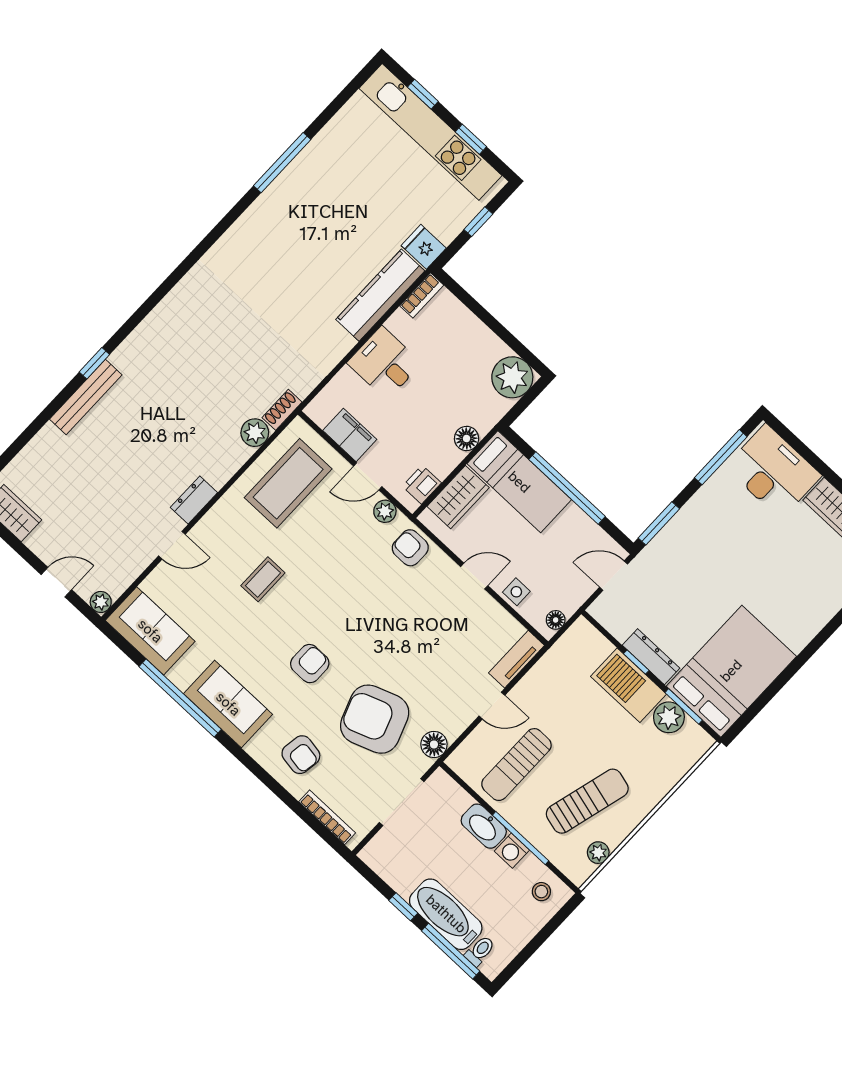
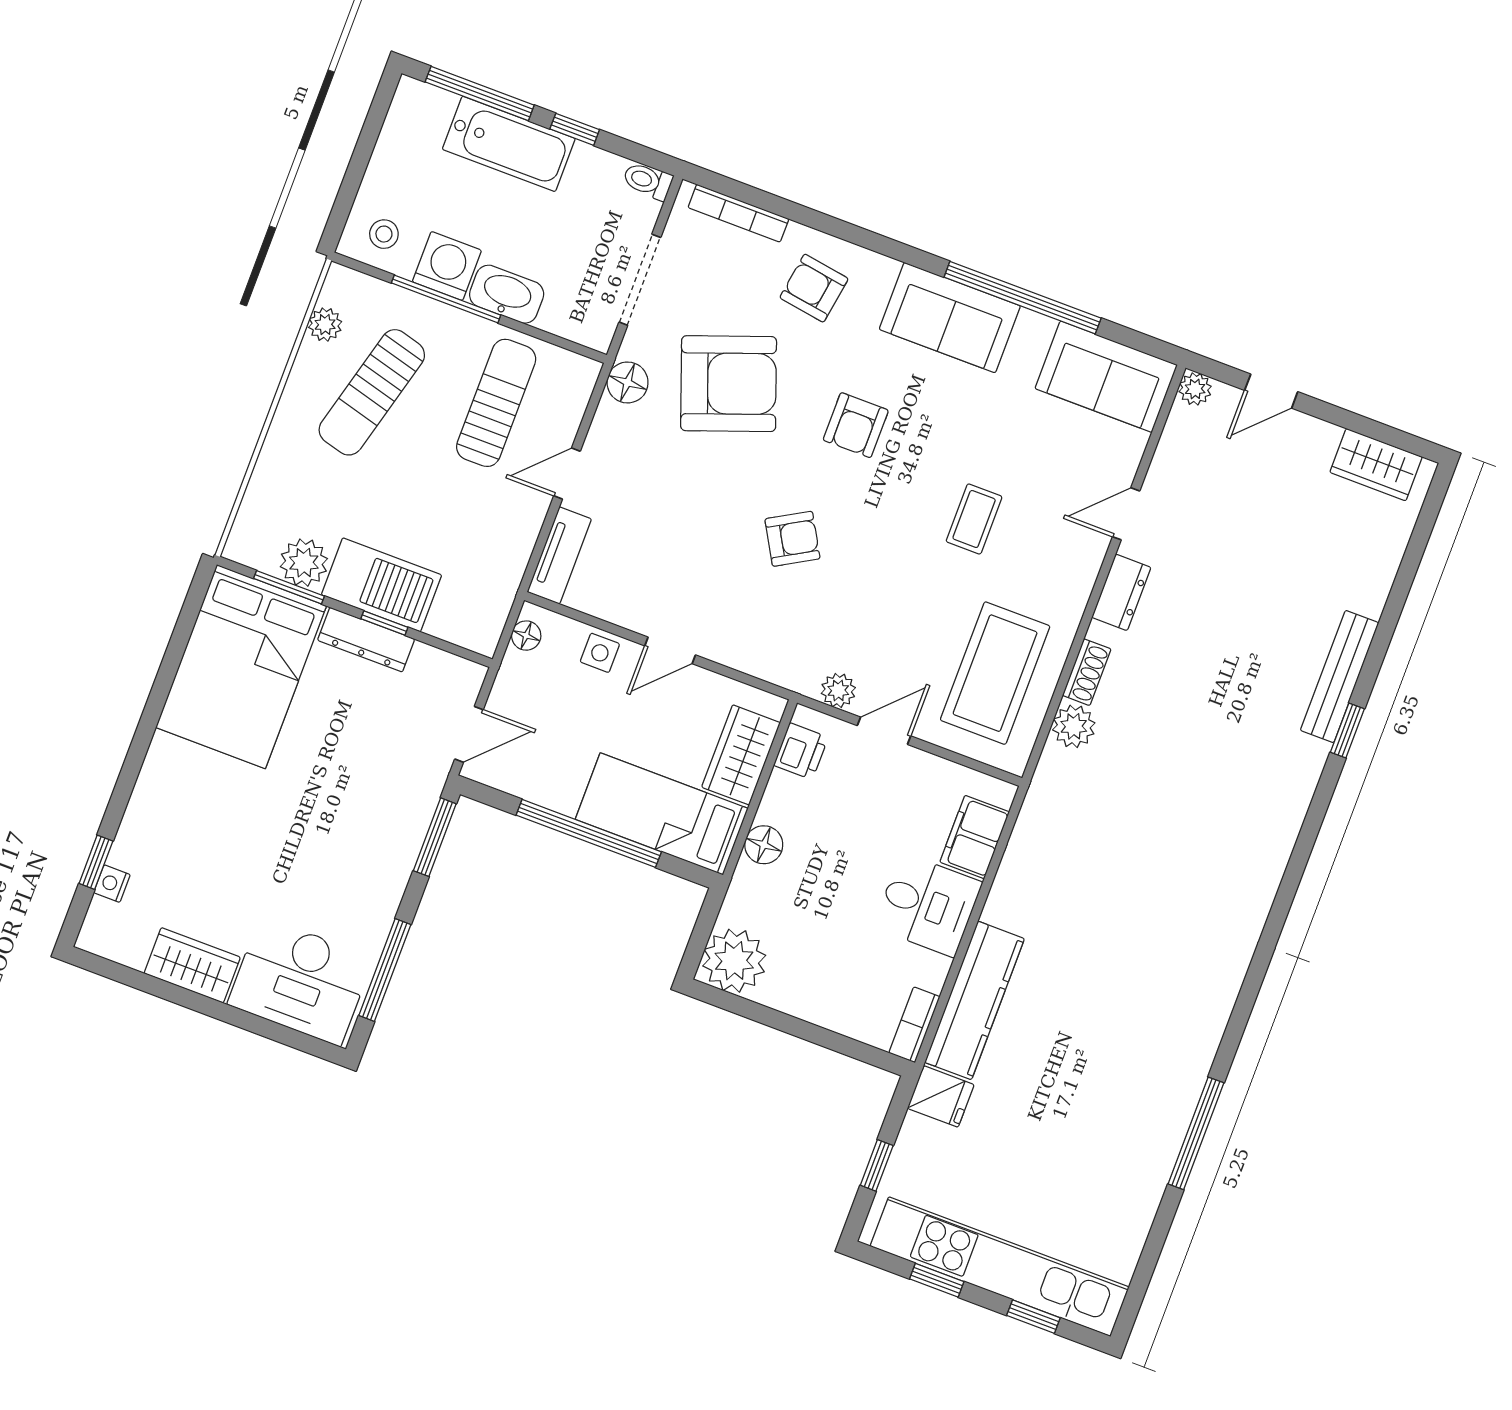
shoe rack: (282, 410) -> (1087, 672), moved
filing cabinet: (350, 435) -> (975, 837), moved, turned 90
armchair: (410, 548) -> (792, 539), moved, turned -30
washing machine: (512, 851) -> (447, 266), width x1.38, depth x1.38
toilet: (480, 951) -> (648, 181), moved, turned 90

